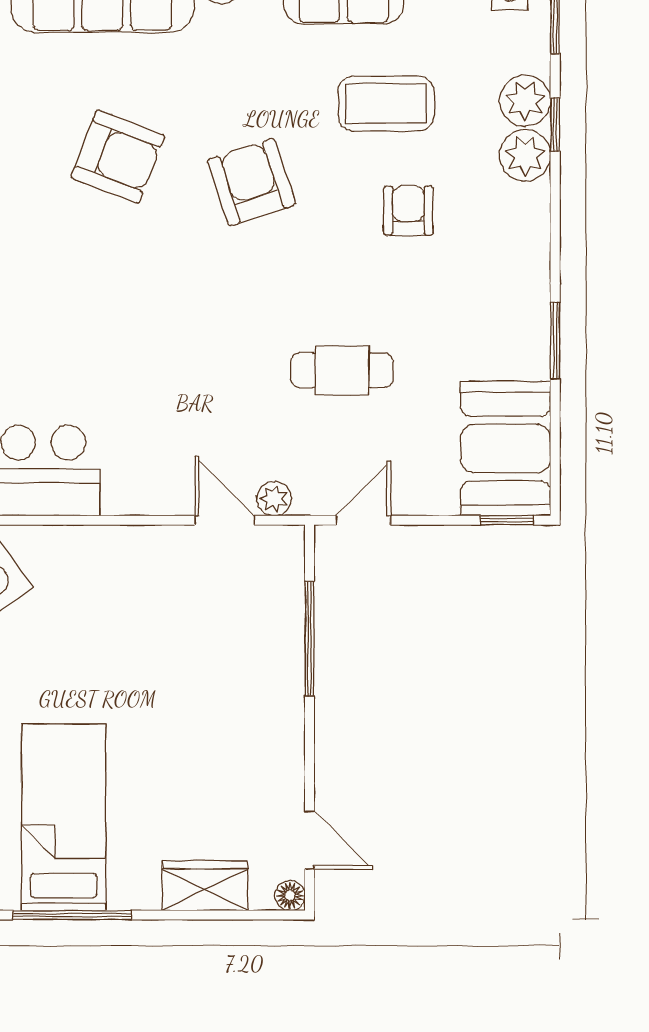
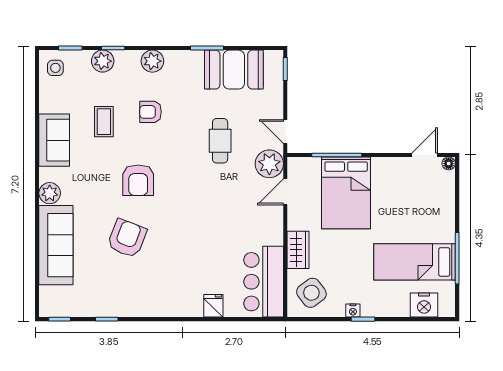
coffee table: (386, 103) -> (104, 122), width x0.73, depth x0.77
plant: (525, 155) -> (152, 61), moved
armchair: (251, 182) -> (138, 180), turned -72
booth: (506, 449) -> (234, 70), moved
plant: (274, 499) -> (269, 164), width x1.87, depth x1.87
bed: (222, 660) -> (346, 193), added
wardrobe: (205, 886) -> (298, 250), moved, turned 180

